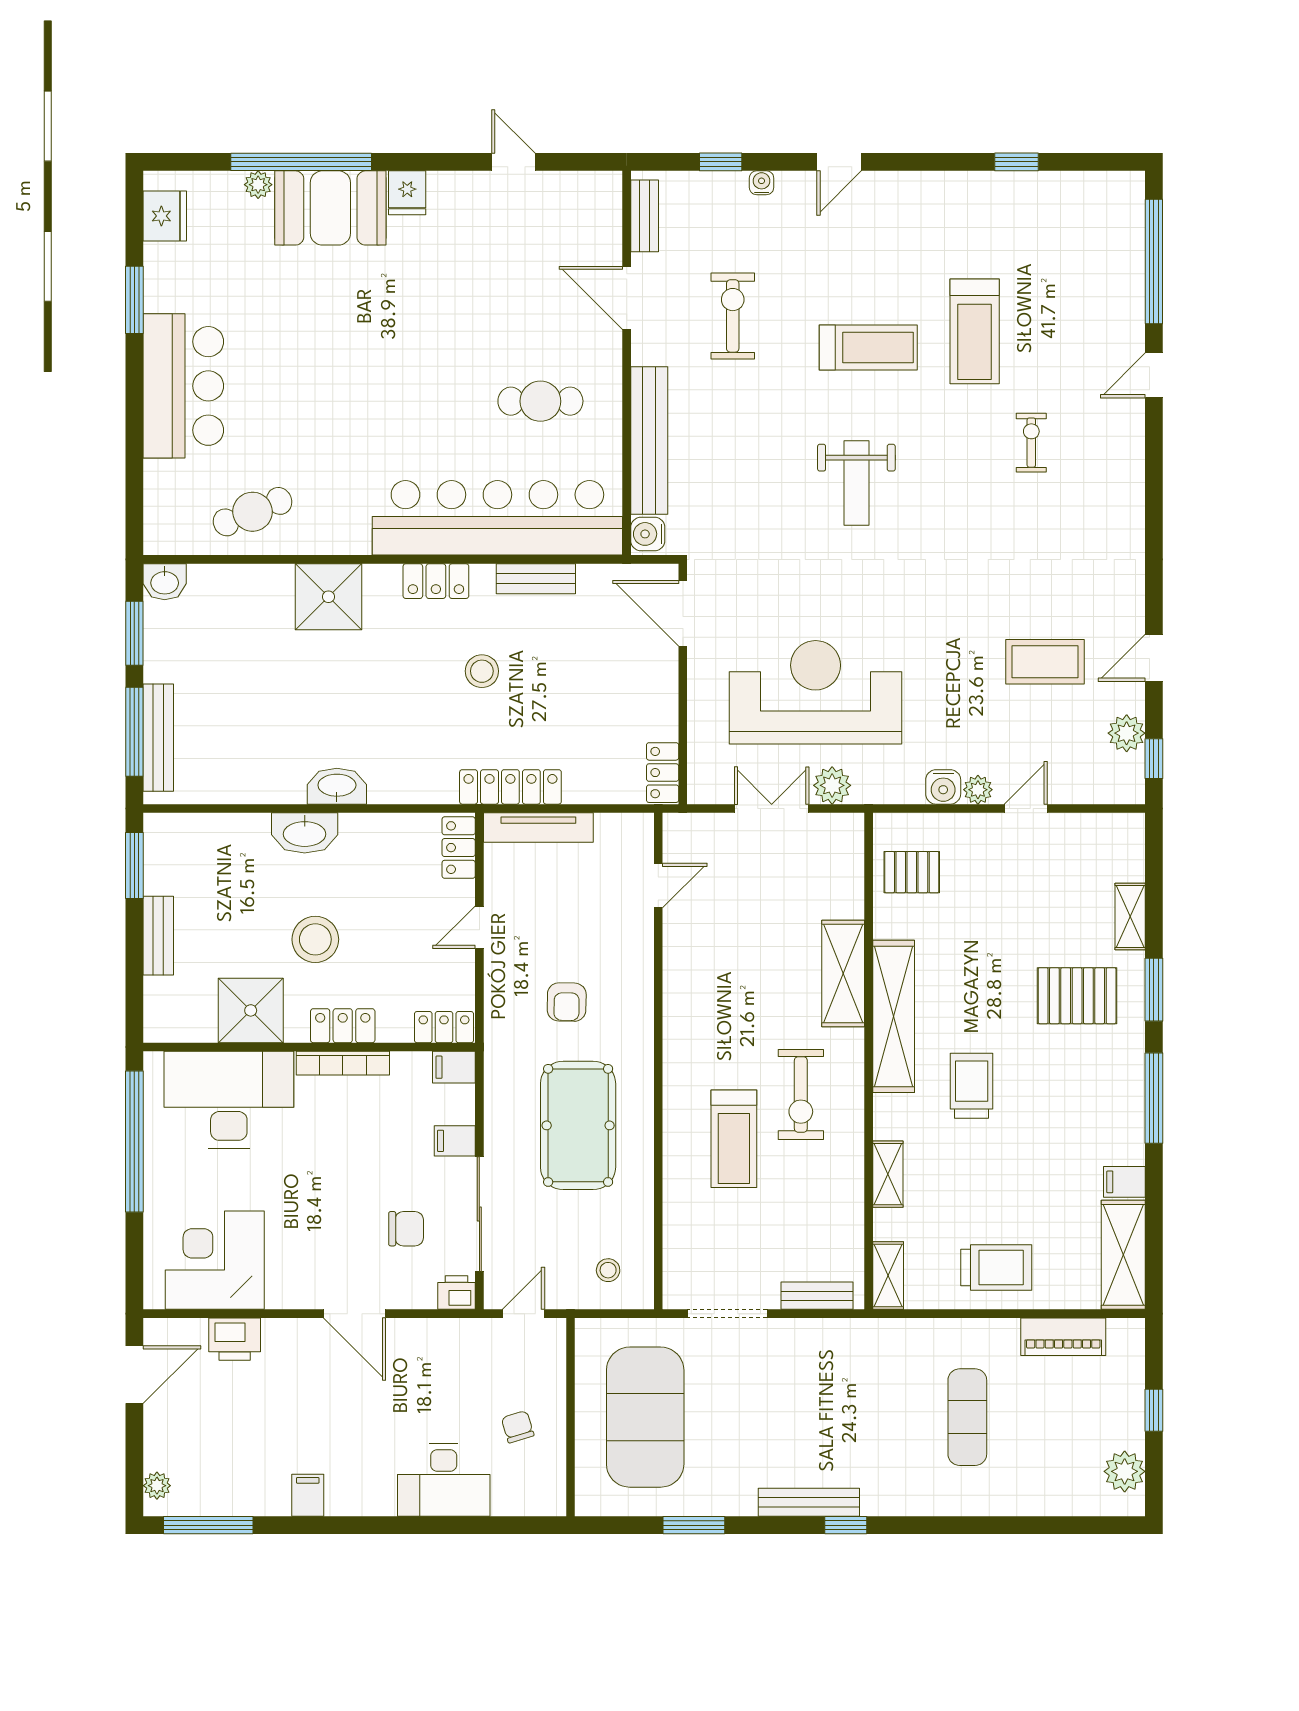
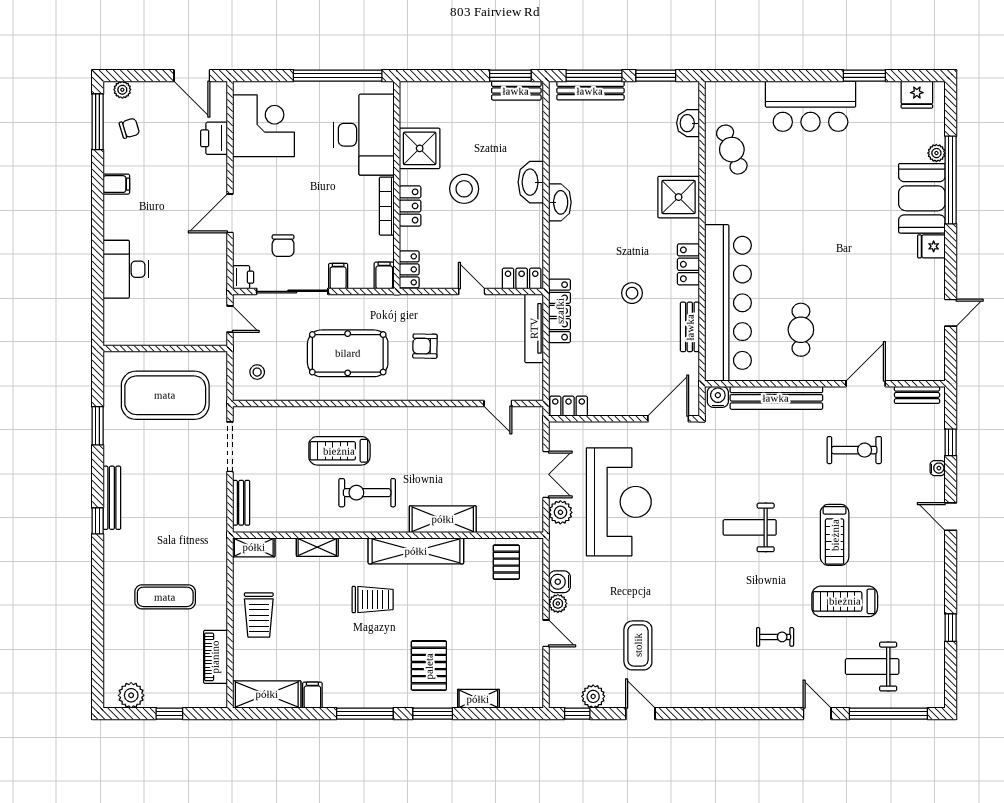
weight bench: (1079, 287) -> (872, 667), added
washbasin: (165, 582) -> (688, 123), moved
bench: (158, 936) -> (516, 91), moved
chair: (518, 1427) -> (129, 128), moved

